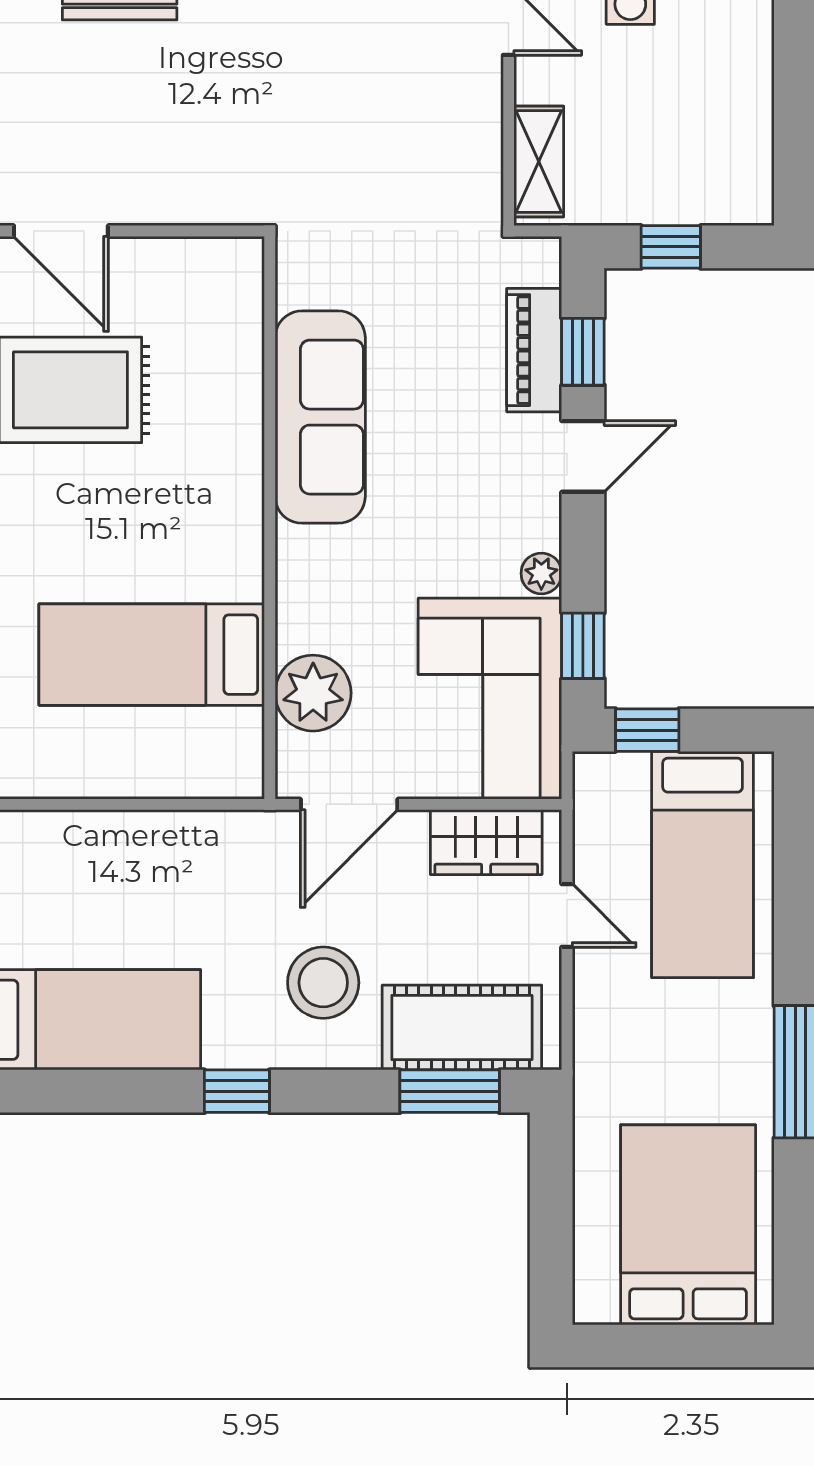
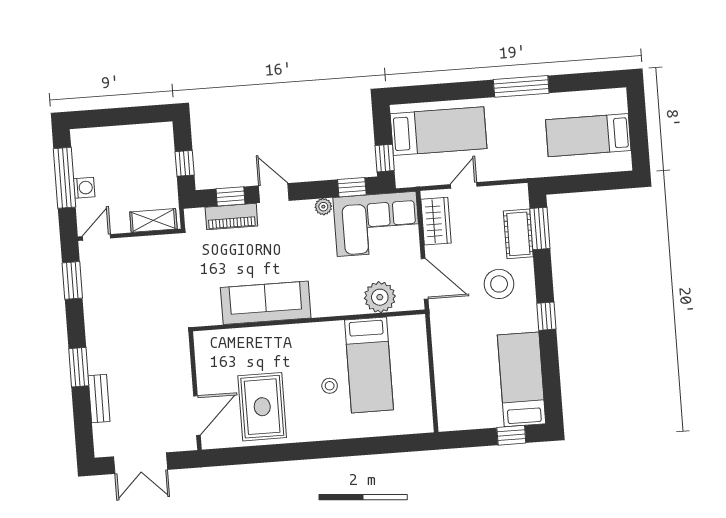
stool: (109, 556) -> (330, 386), added
cot: (462, 1027) -> (518, 234), width x0.73, depth x0.75
bed: (688, 1225) -> (588, 135), width x0.67

